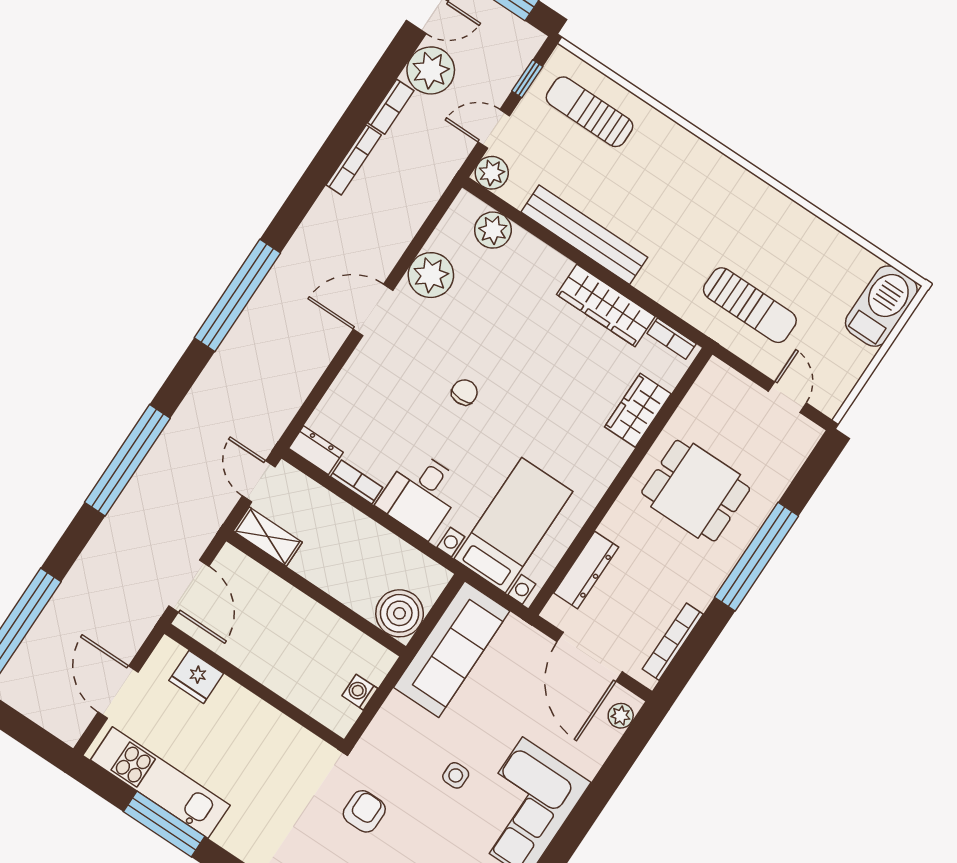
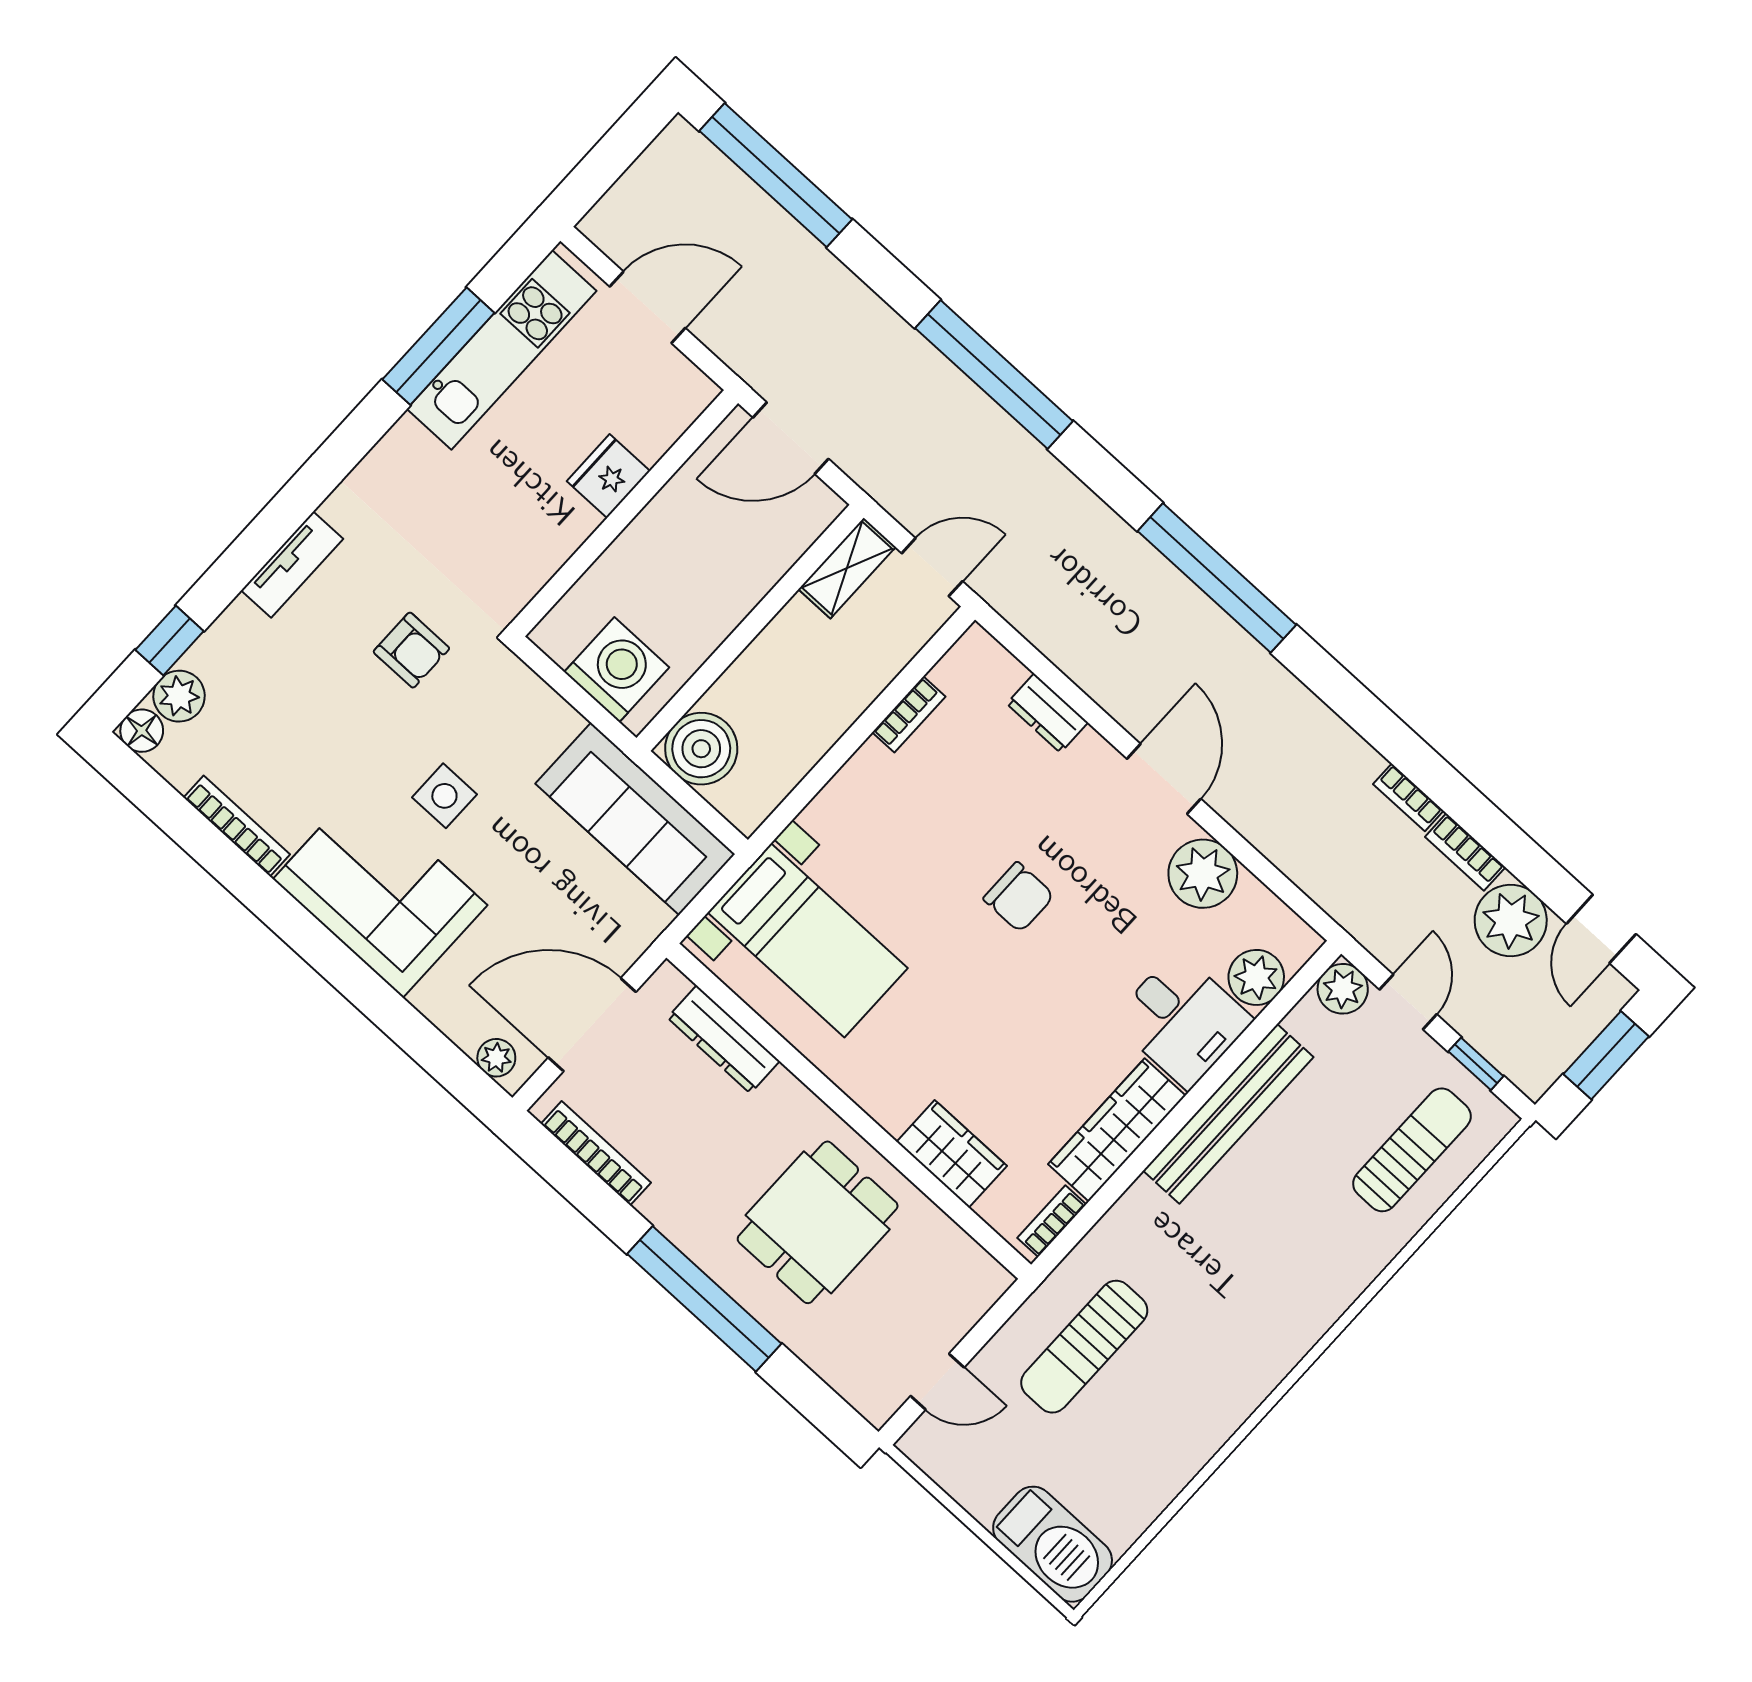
bookcase: (354, 160) -> (1408, 797), width x0.64
chair: (464, 392) -> (1019, 897), width x1.37, depth x1.37
dresser: (316, 450) -> (1047, 713), moved, turned 90
desk: (421, 494) -> (1182, 1020), moved, turned 180
fridge: (196, 677) -> (608, 476), moved
washing machine: (360, 692) -> (617, 670), width x1.89, depth x1.89
side table: (456, 775) -> (444, 796), width x1.37, depth x1.37

